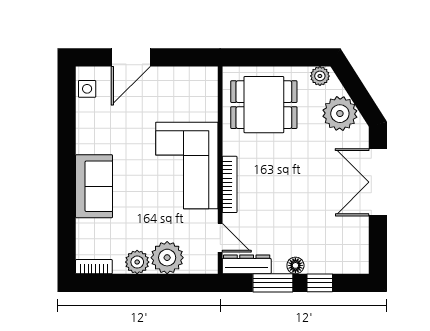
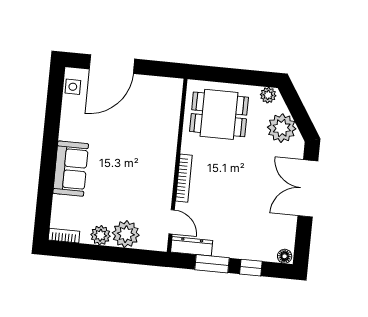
door: (131, 57) -> (112, 64), width x1.36
corner sofa: (187, 165) -> (150, 159), removed
floor lamp: (295, 265) -> (285, 256), moved

